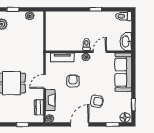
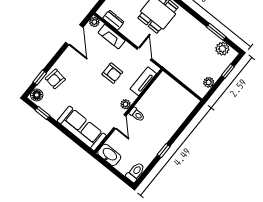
door: (45, 81) -> (144, 54), moved
armchair: (97, 101) -> (55, 79), moved
door: (80, 124) -> (74, 35), moved

